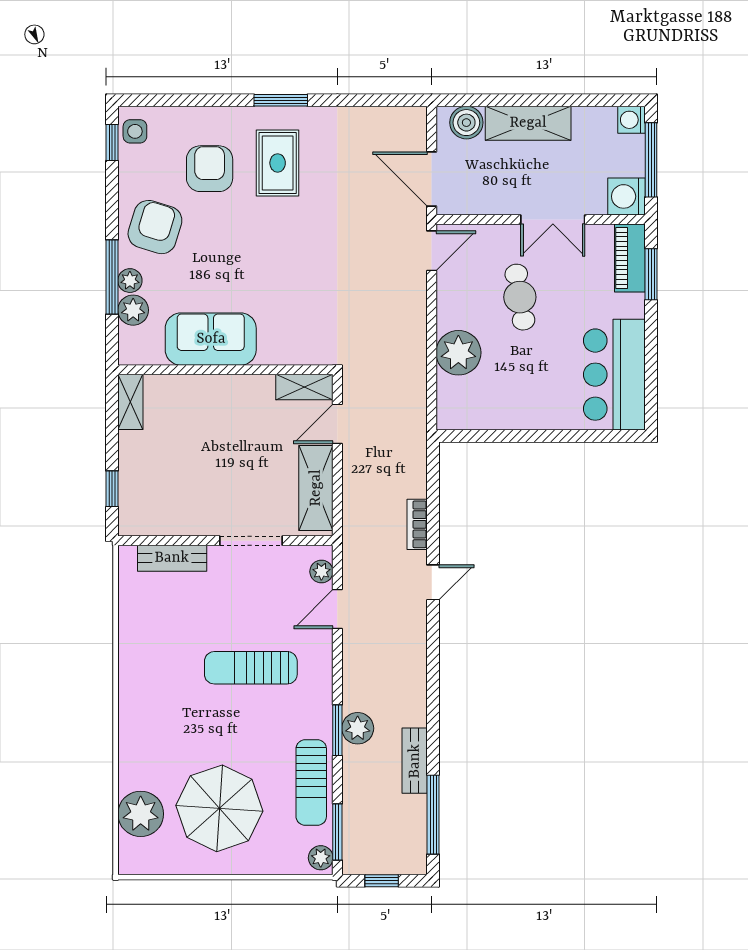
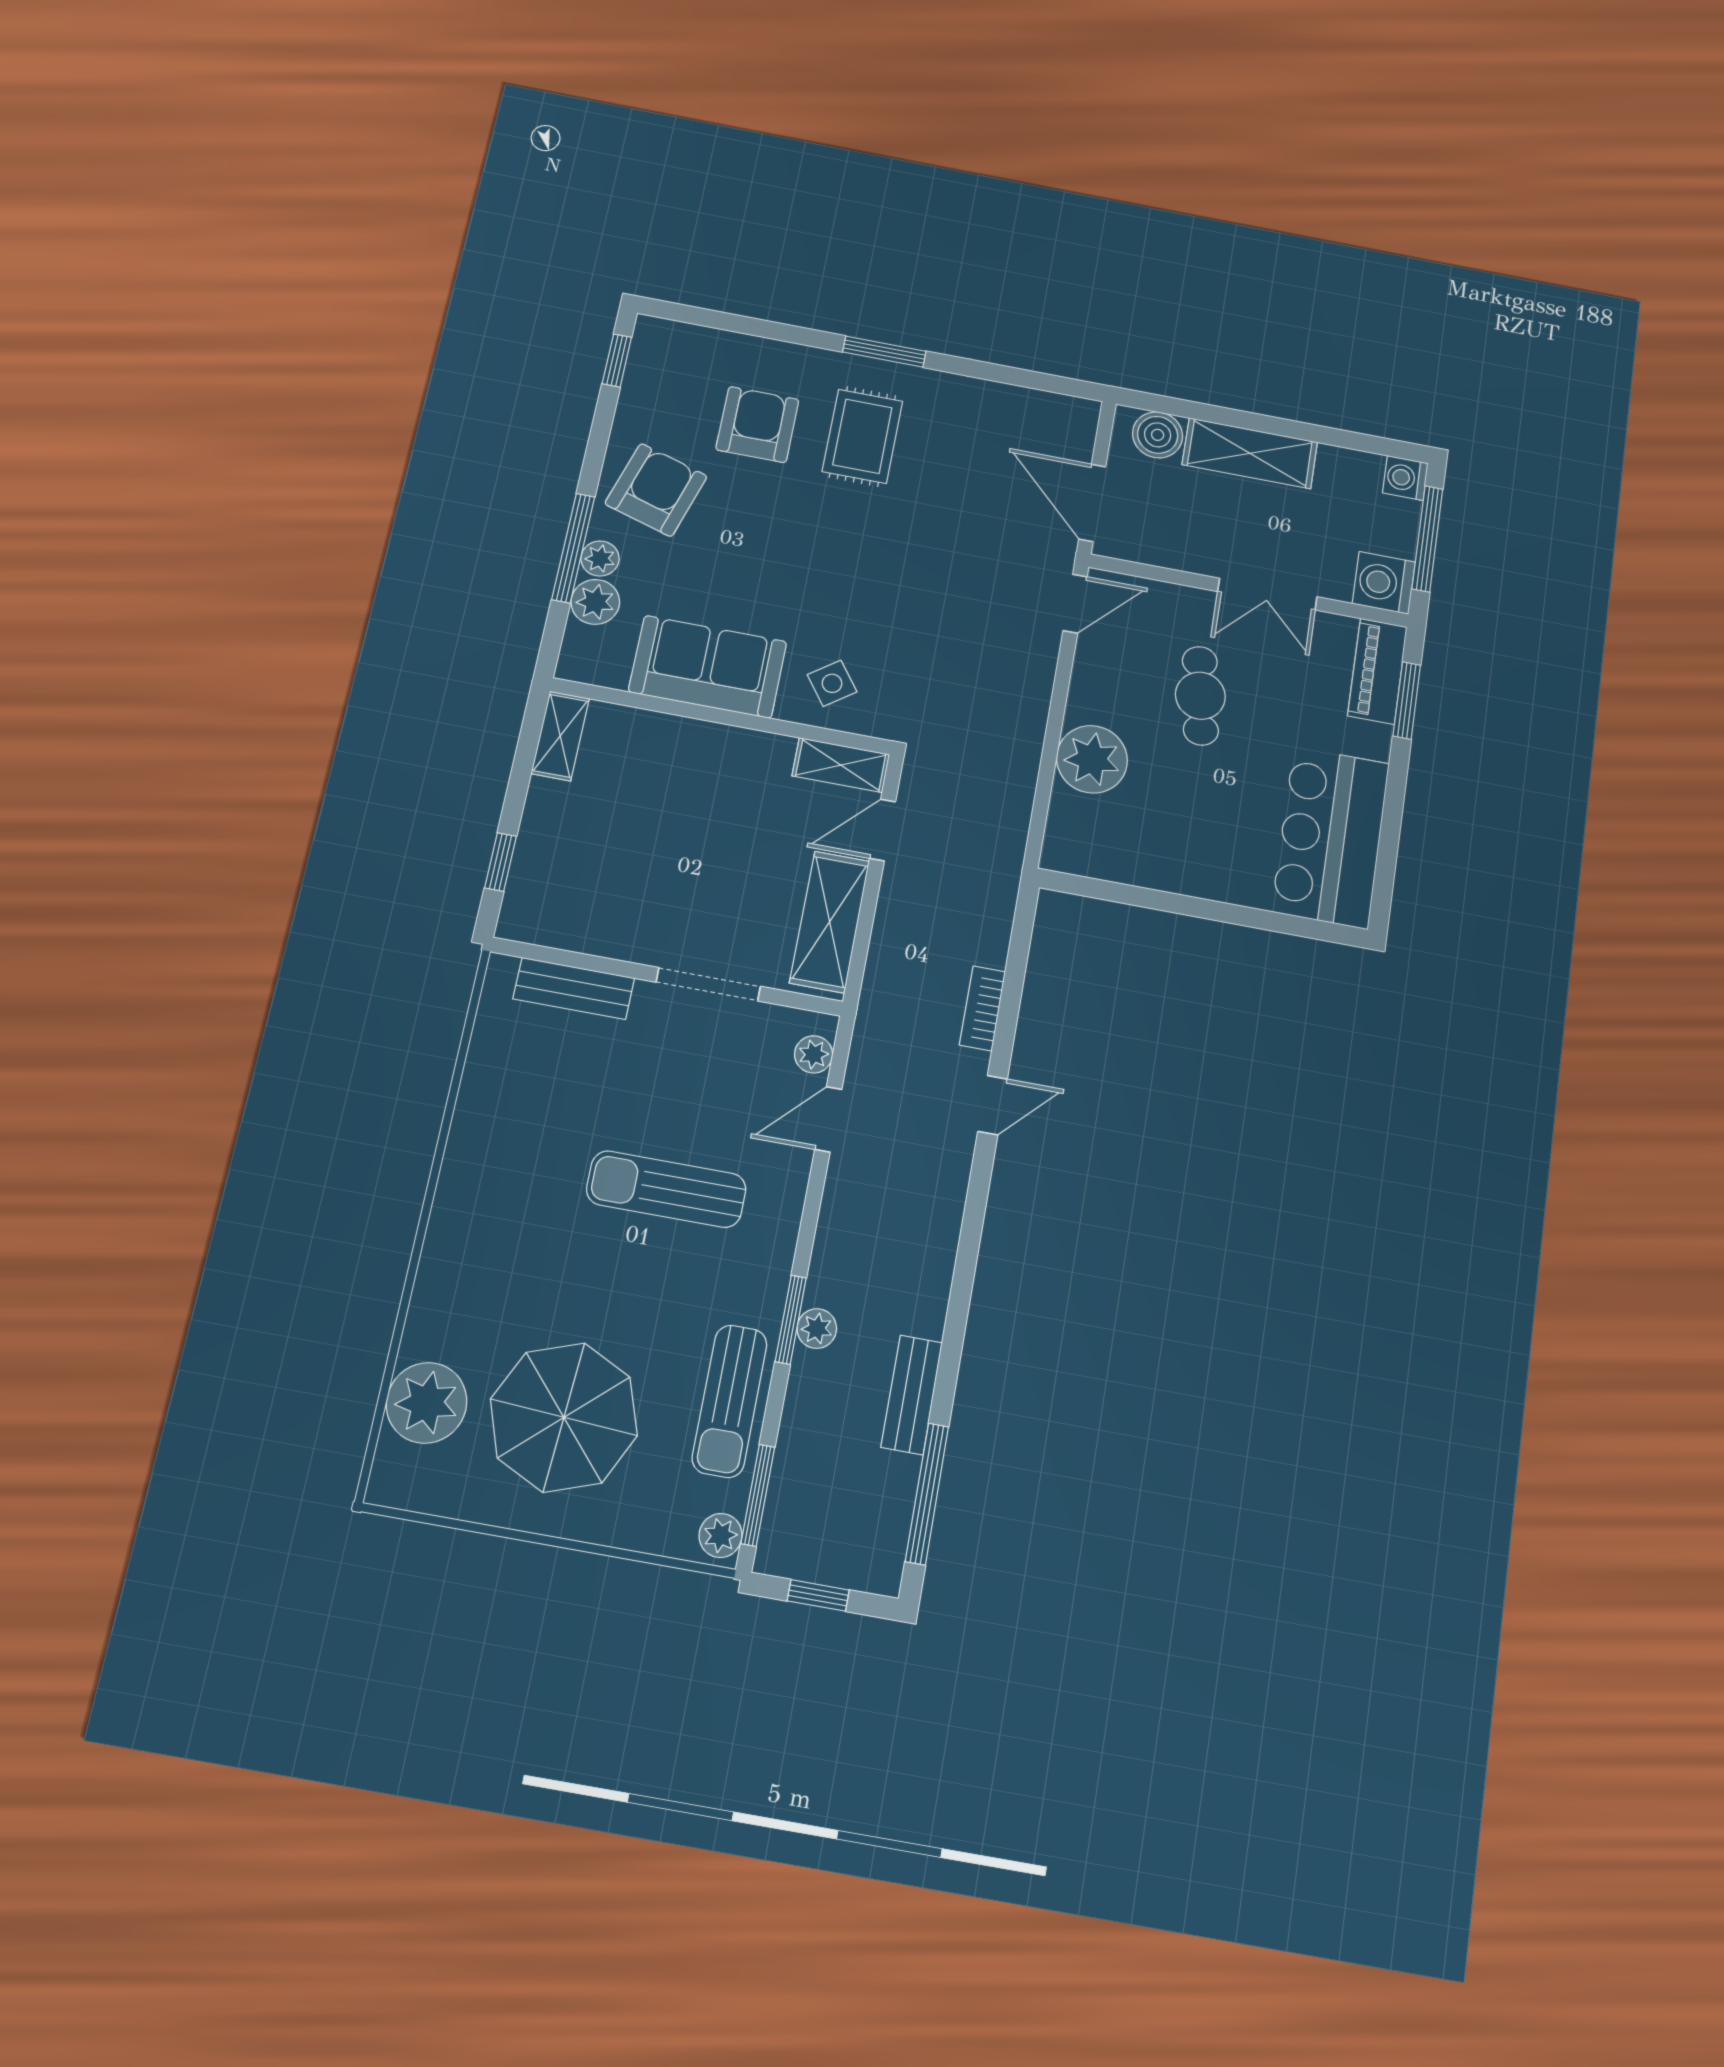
side table: (135, 131) -> (832, 683), moved, turned -36
plant: (358, 728) -> (817, 1329), width x0.73, depth x0.73

